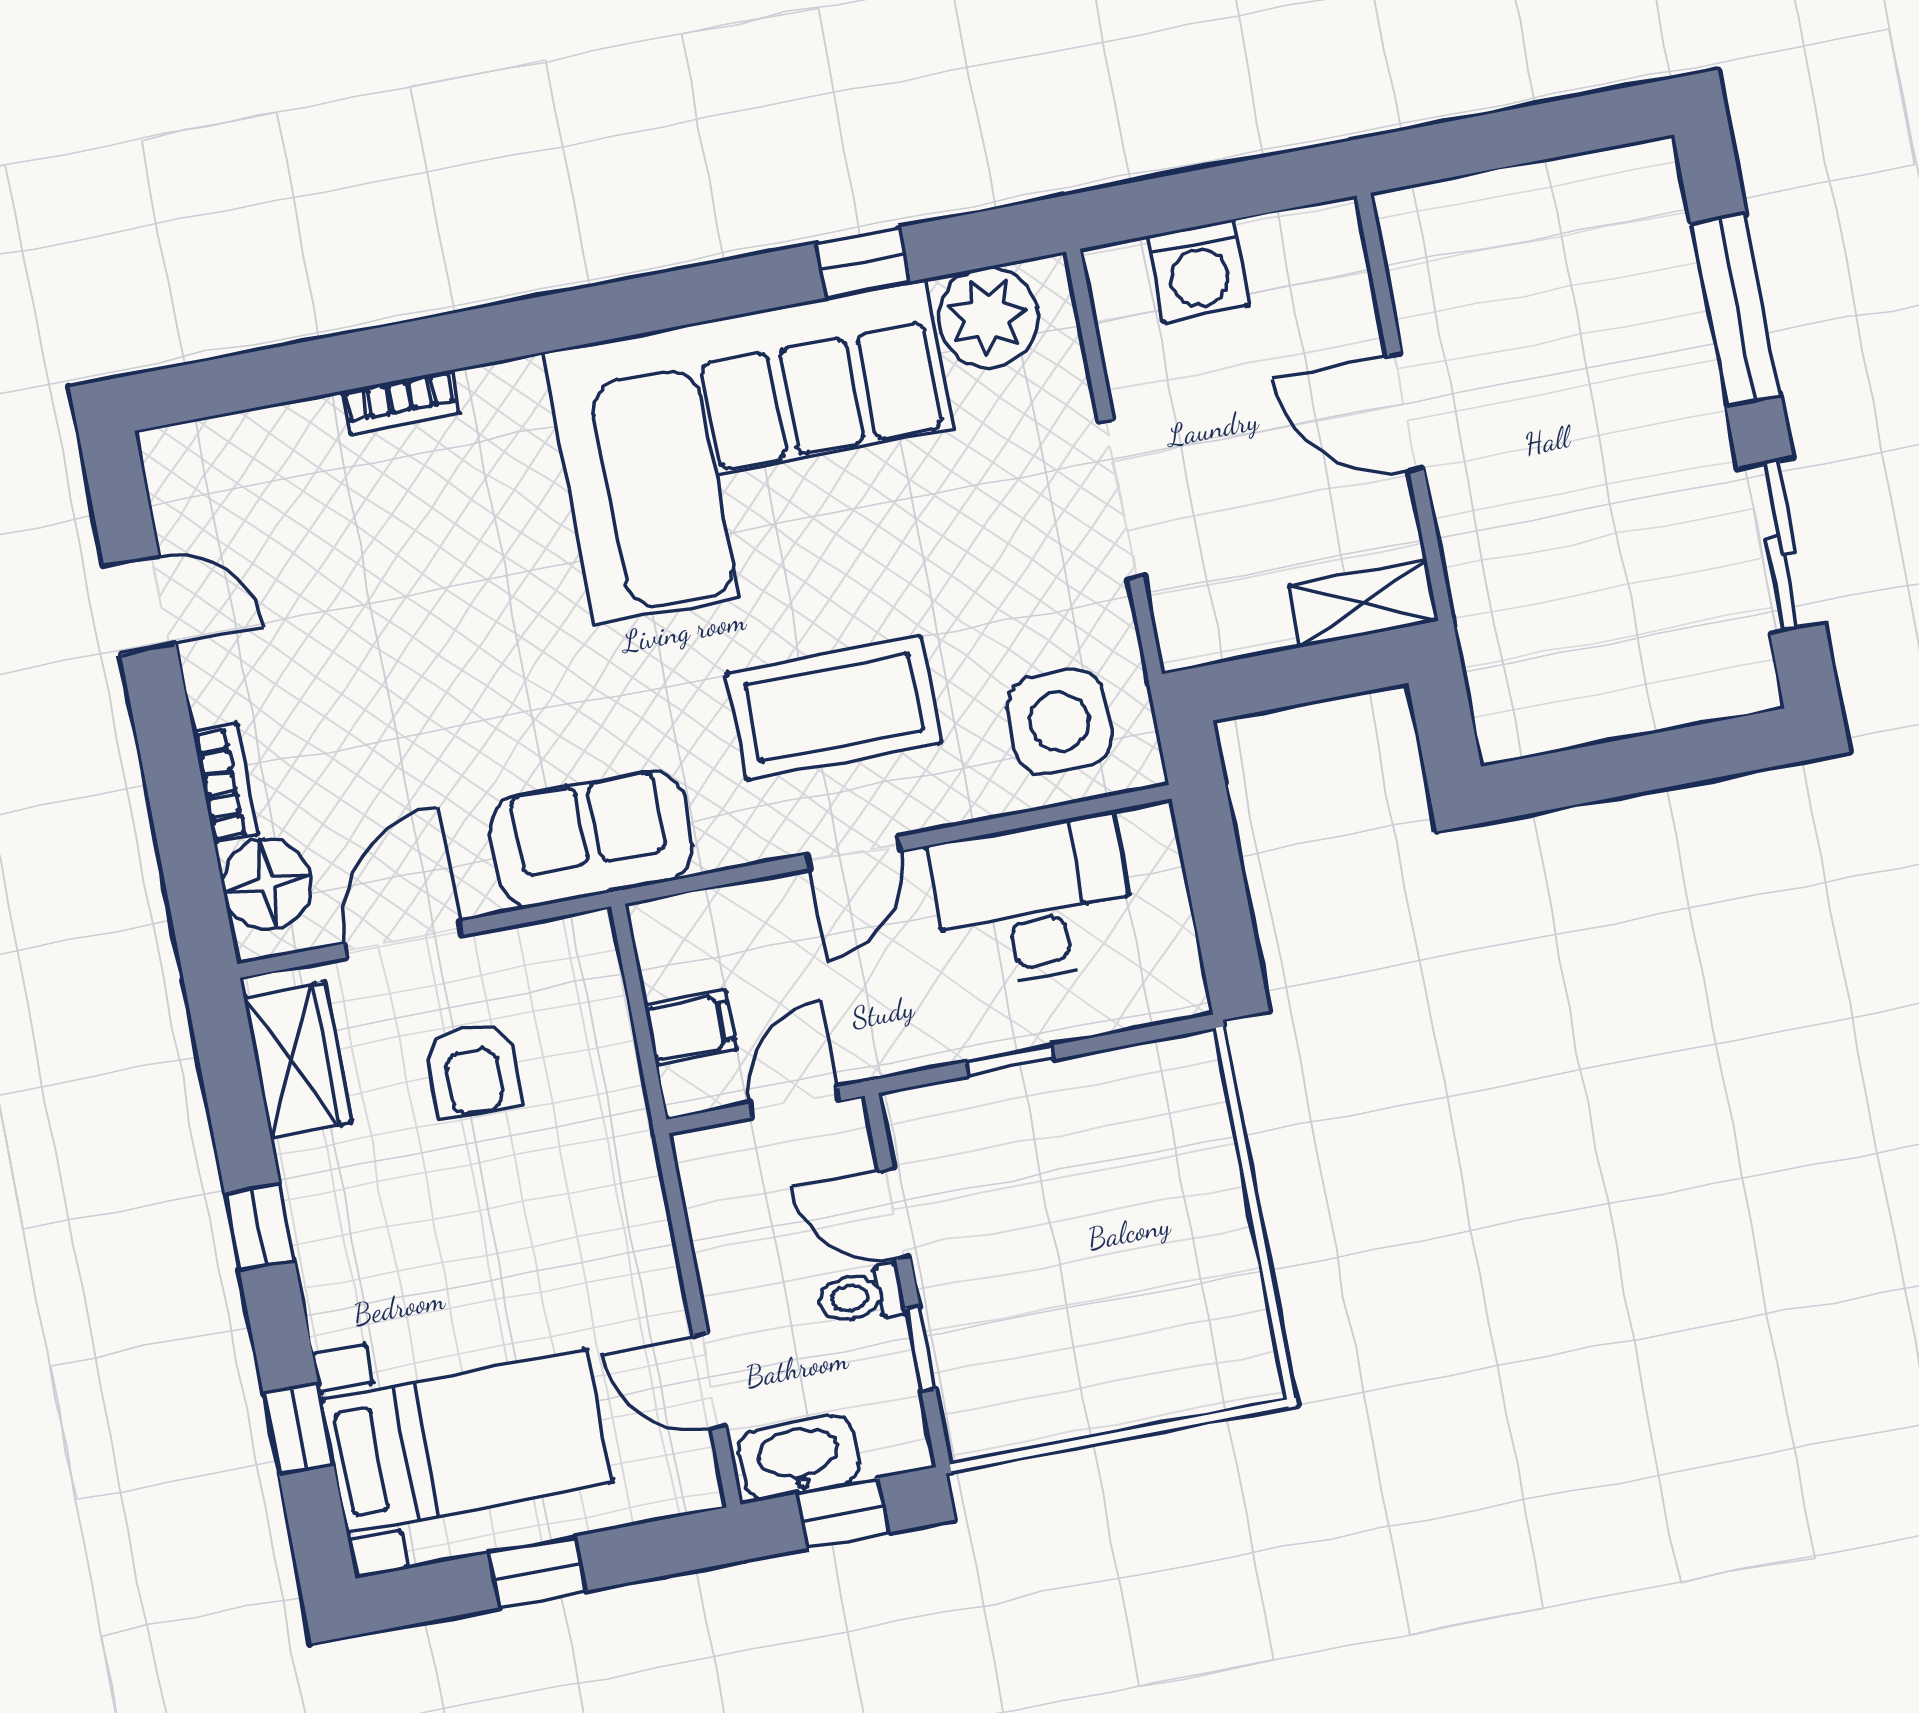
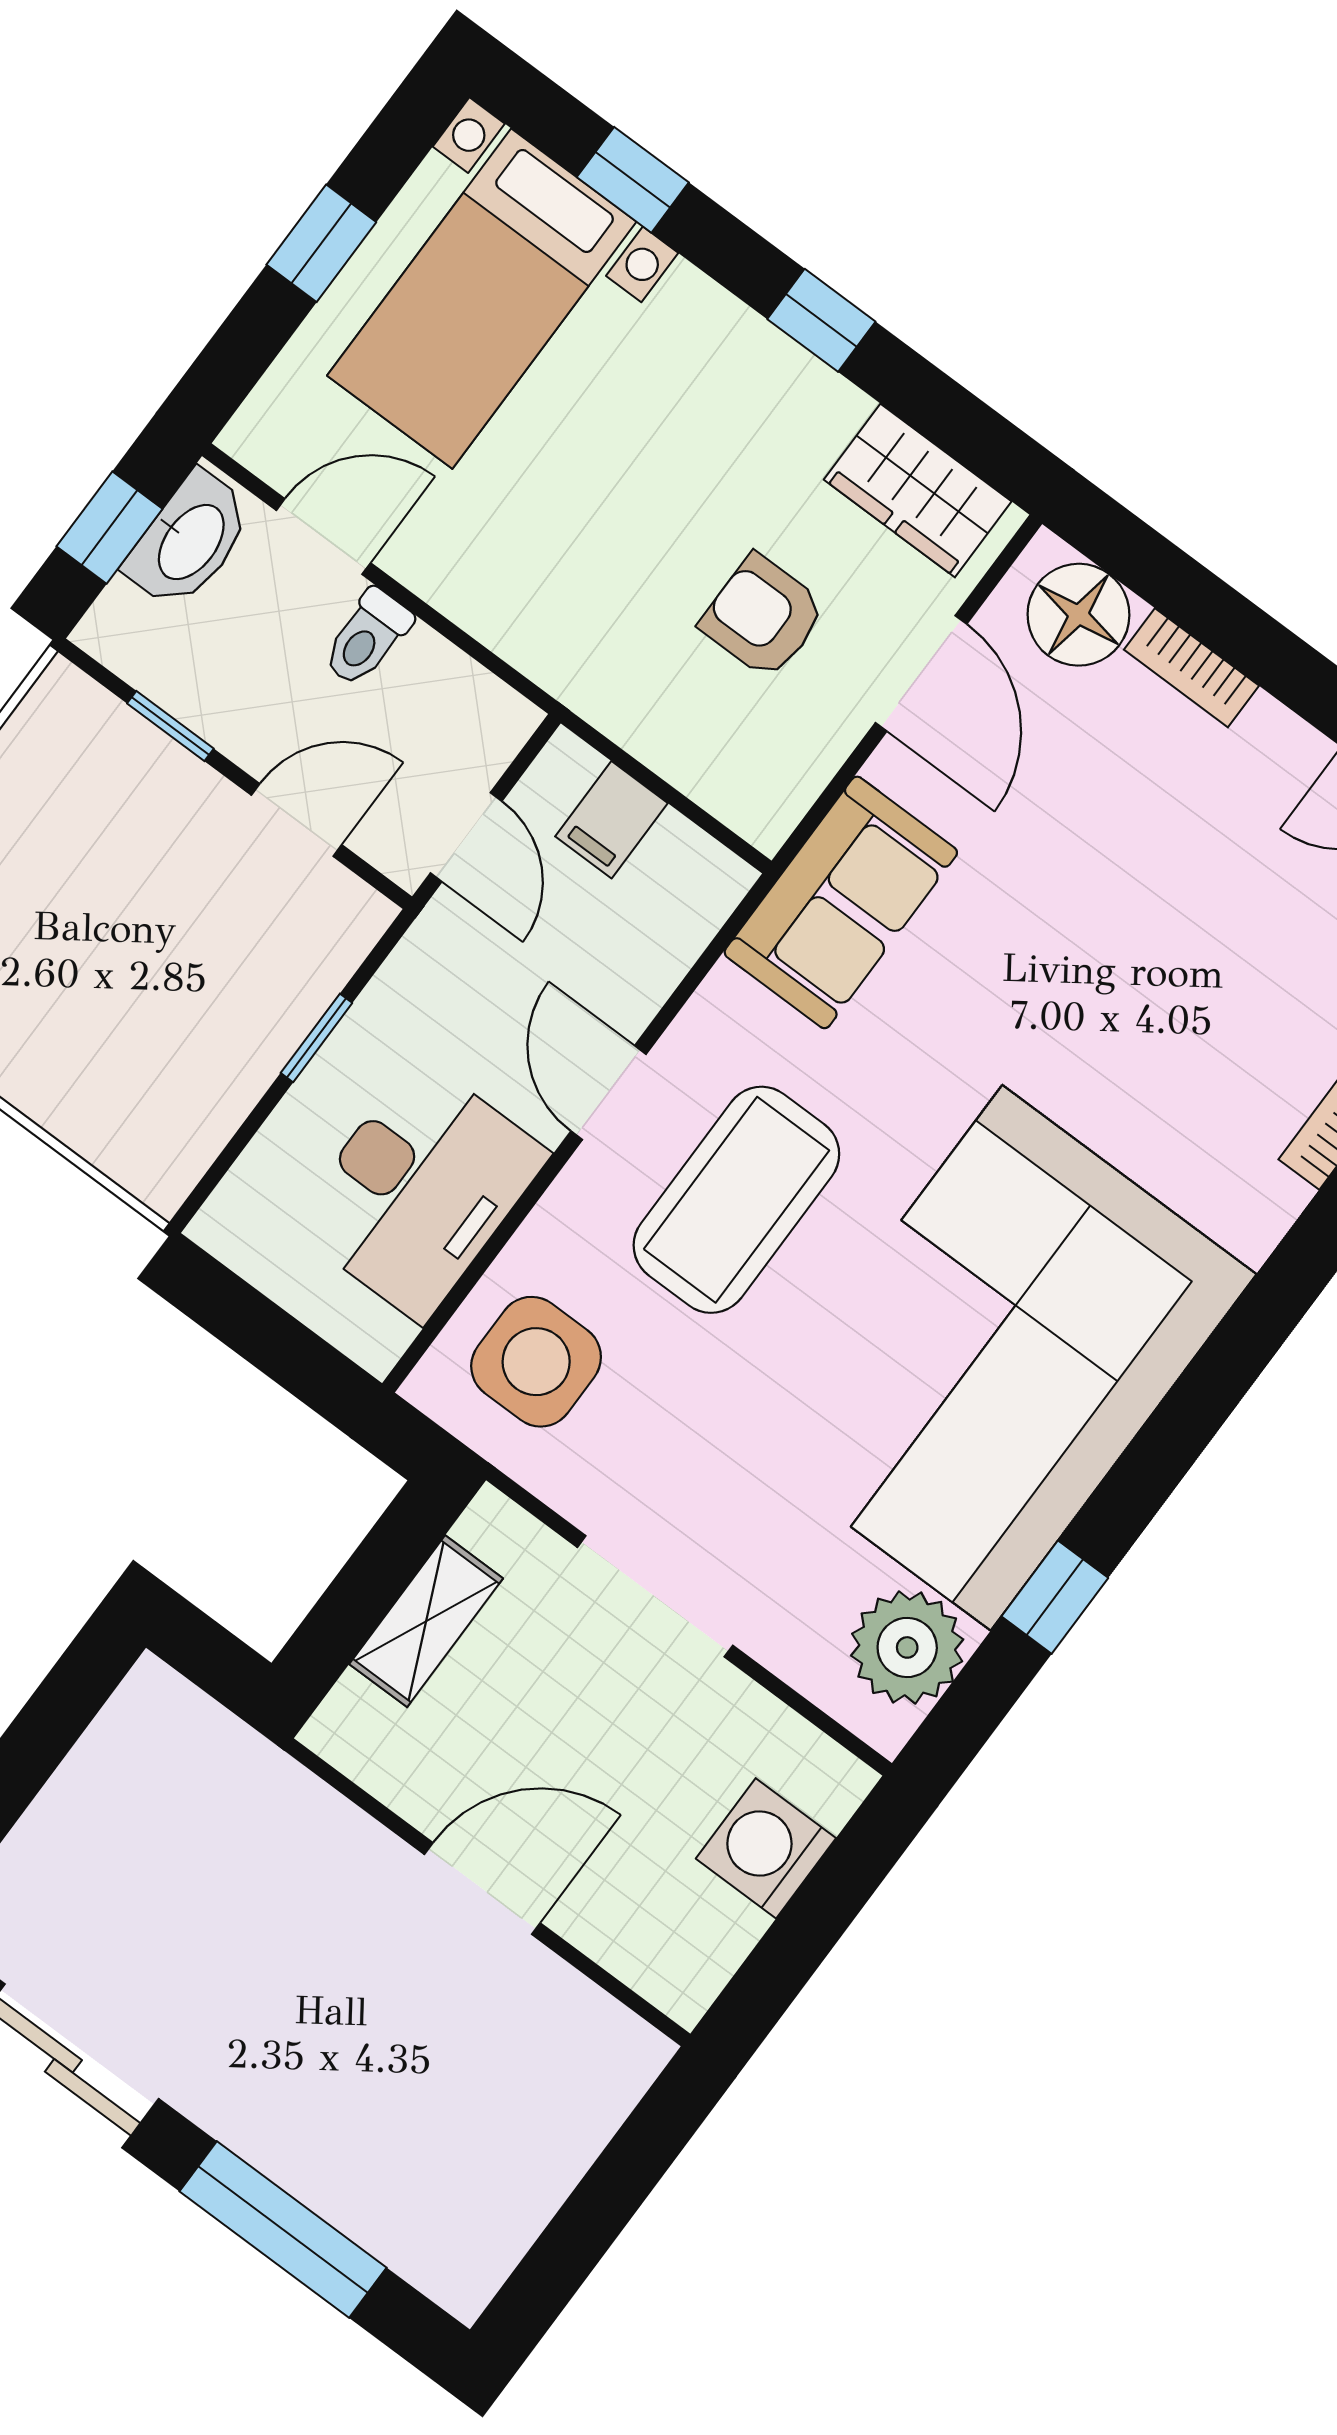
shelving: (1364, 603) -> (426, 1621), moved
toilet: (861, 1296) -> (367, 638), moved, turned 180

